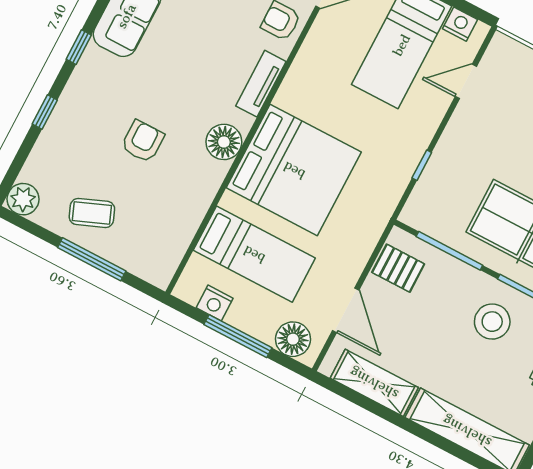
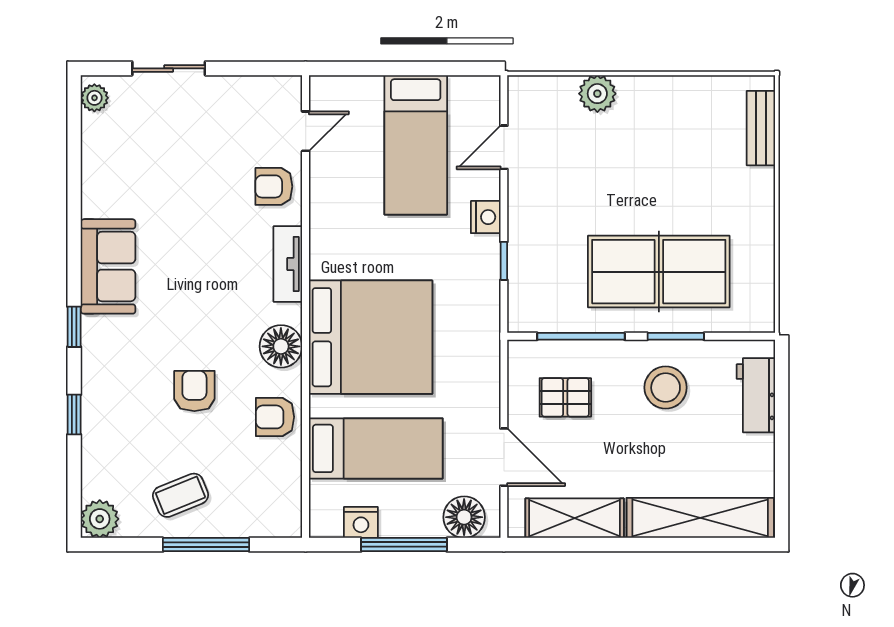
nightstand: (460, 24) -> (486, 217), moved, turned 90
armchair: (192, 192) -> (275, 417), added
pallet: (398, 268) -> (565, 397), moved

